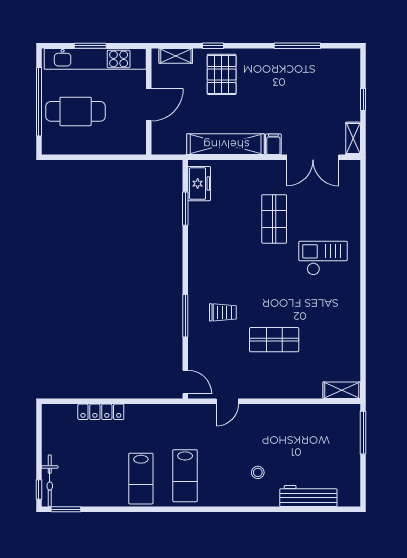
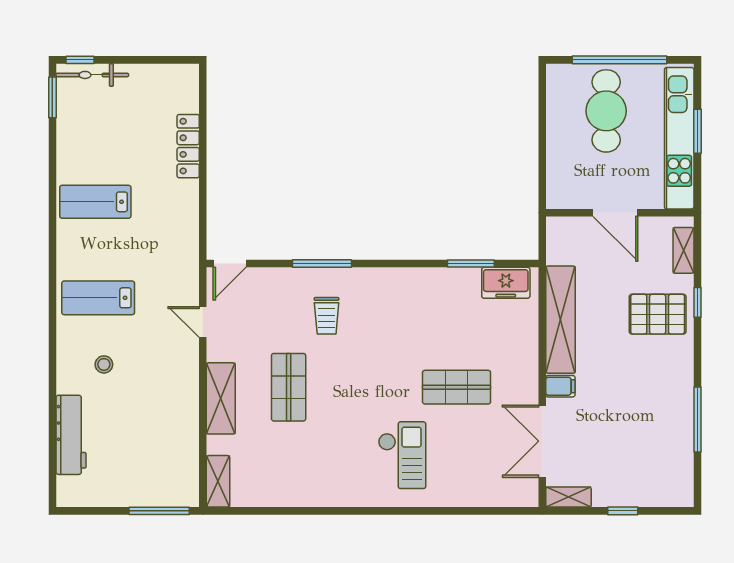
shelving: (282, 388) -> (221, 398), added
lab bench: (185, 476) -> (98, 298), moved

